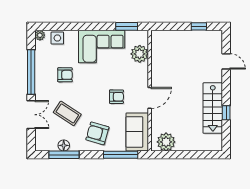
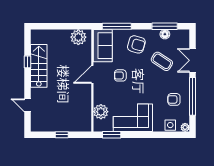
window: (199, 26) -> (62, 135), moved
armchair: (65, 75) -> (174, 99), moved

